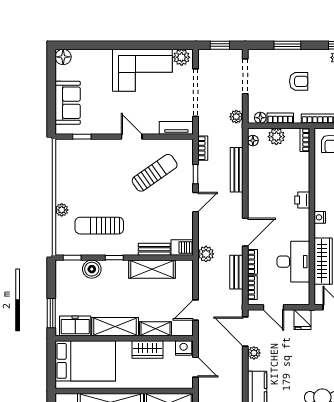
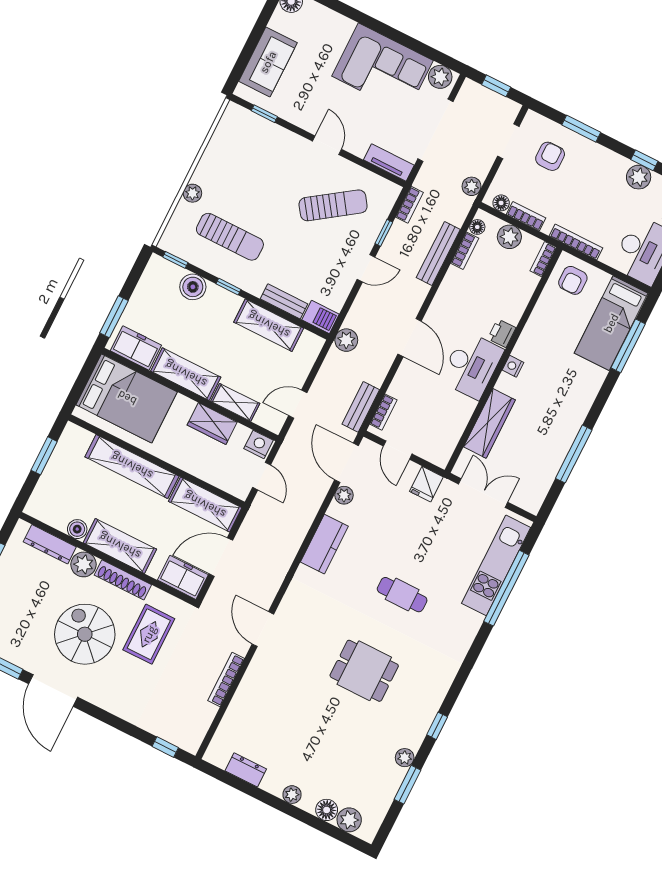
doorway: (245, 76) -> (508, 141), width x0.73
armchair: (299, 81) -> (550, 156), moved, turned -90
sun lounger: (99, 226) -> (230, 237), turned 180
door: (245, 232) -> (410, 338), hinge flipped
bookcase: (253, 262) -> (465, 251), moved
desk: (293, 262) -> (472, 365), moved
bench: (236, 272) -> (361, 407), moved

